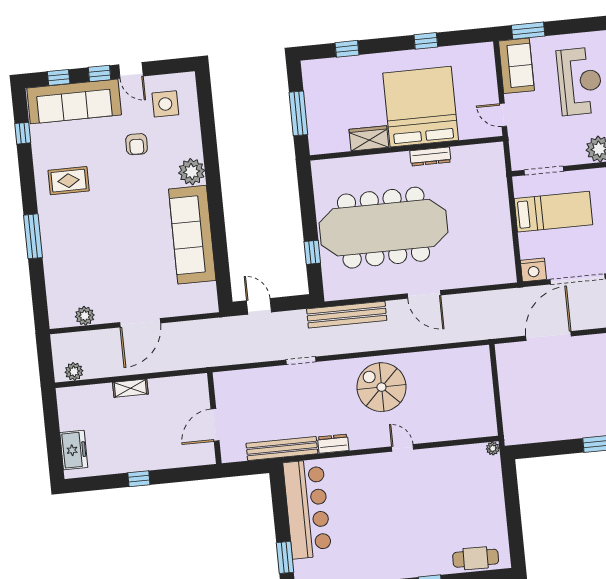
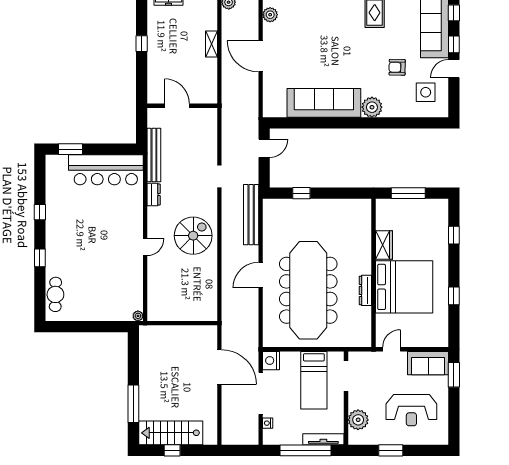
meeting table: (383, 228) -> (308, 290), moved

